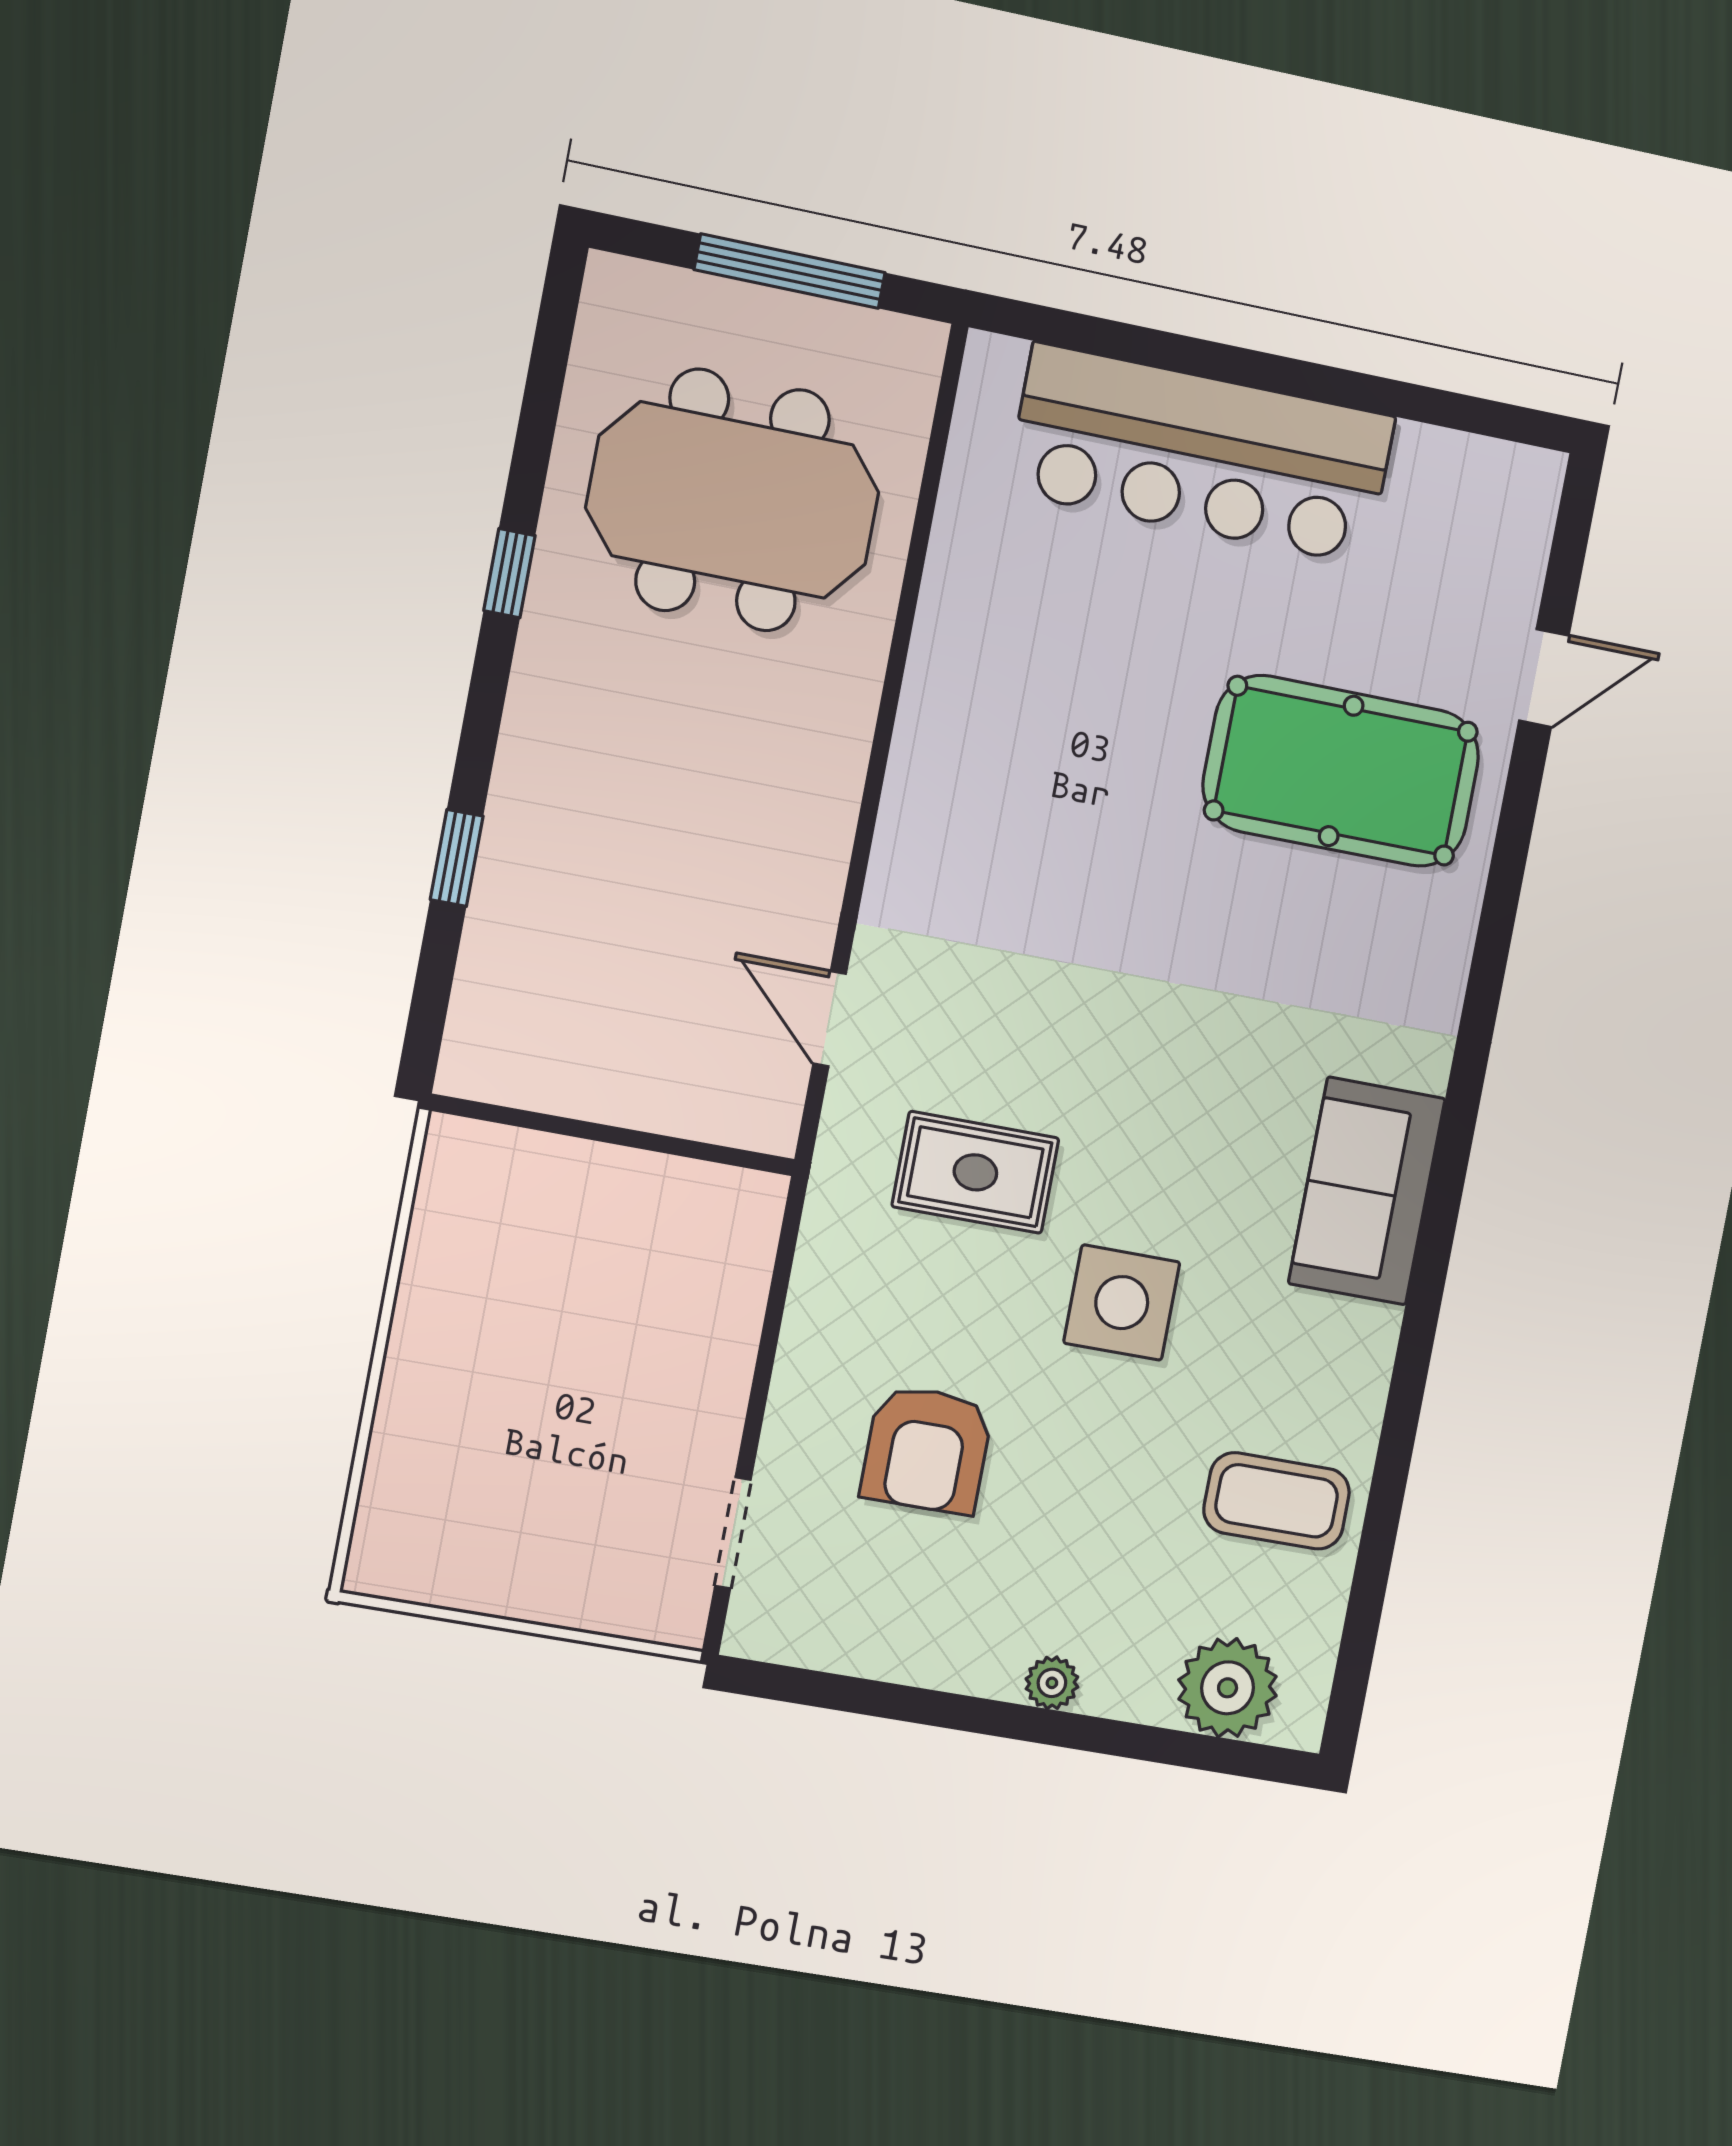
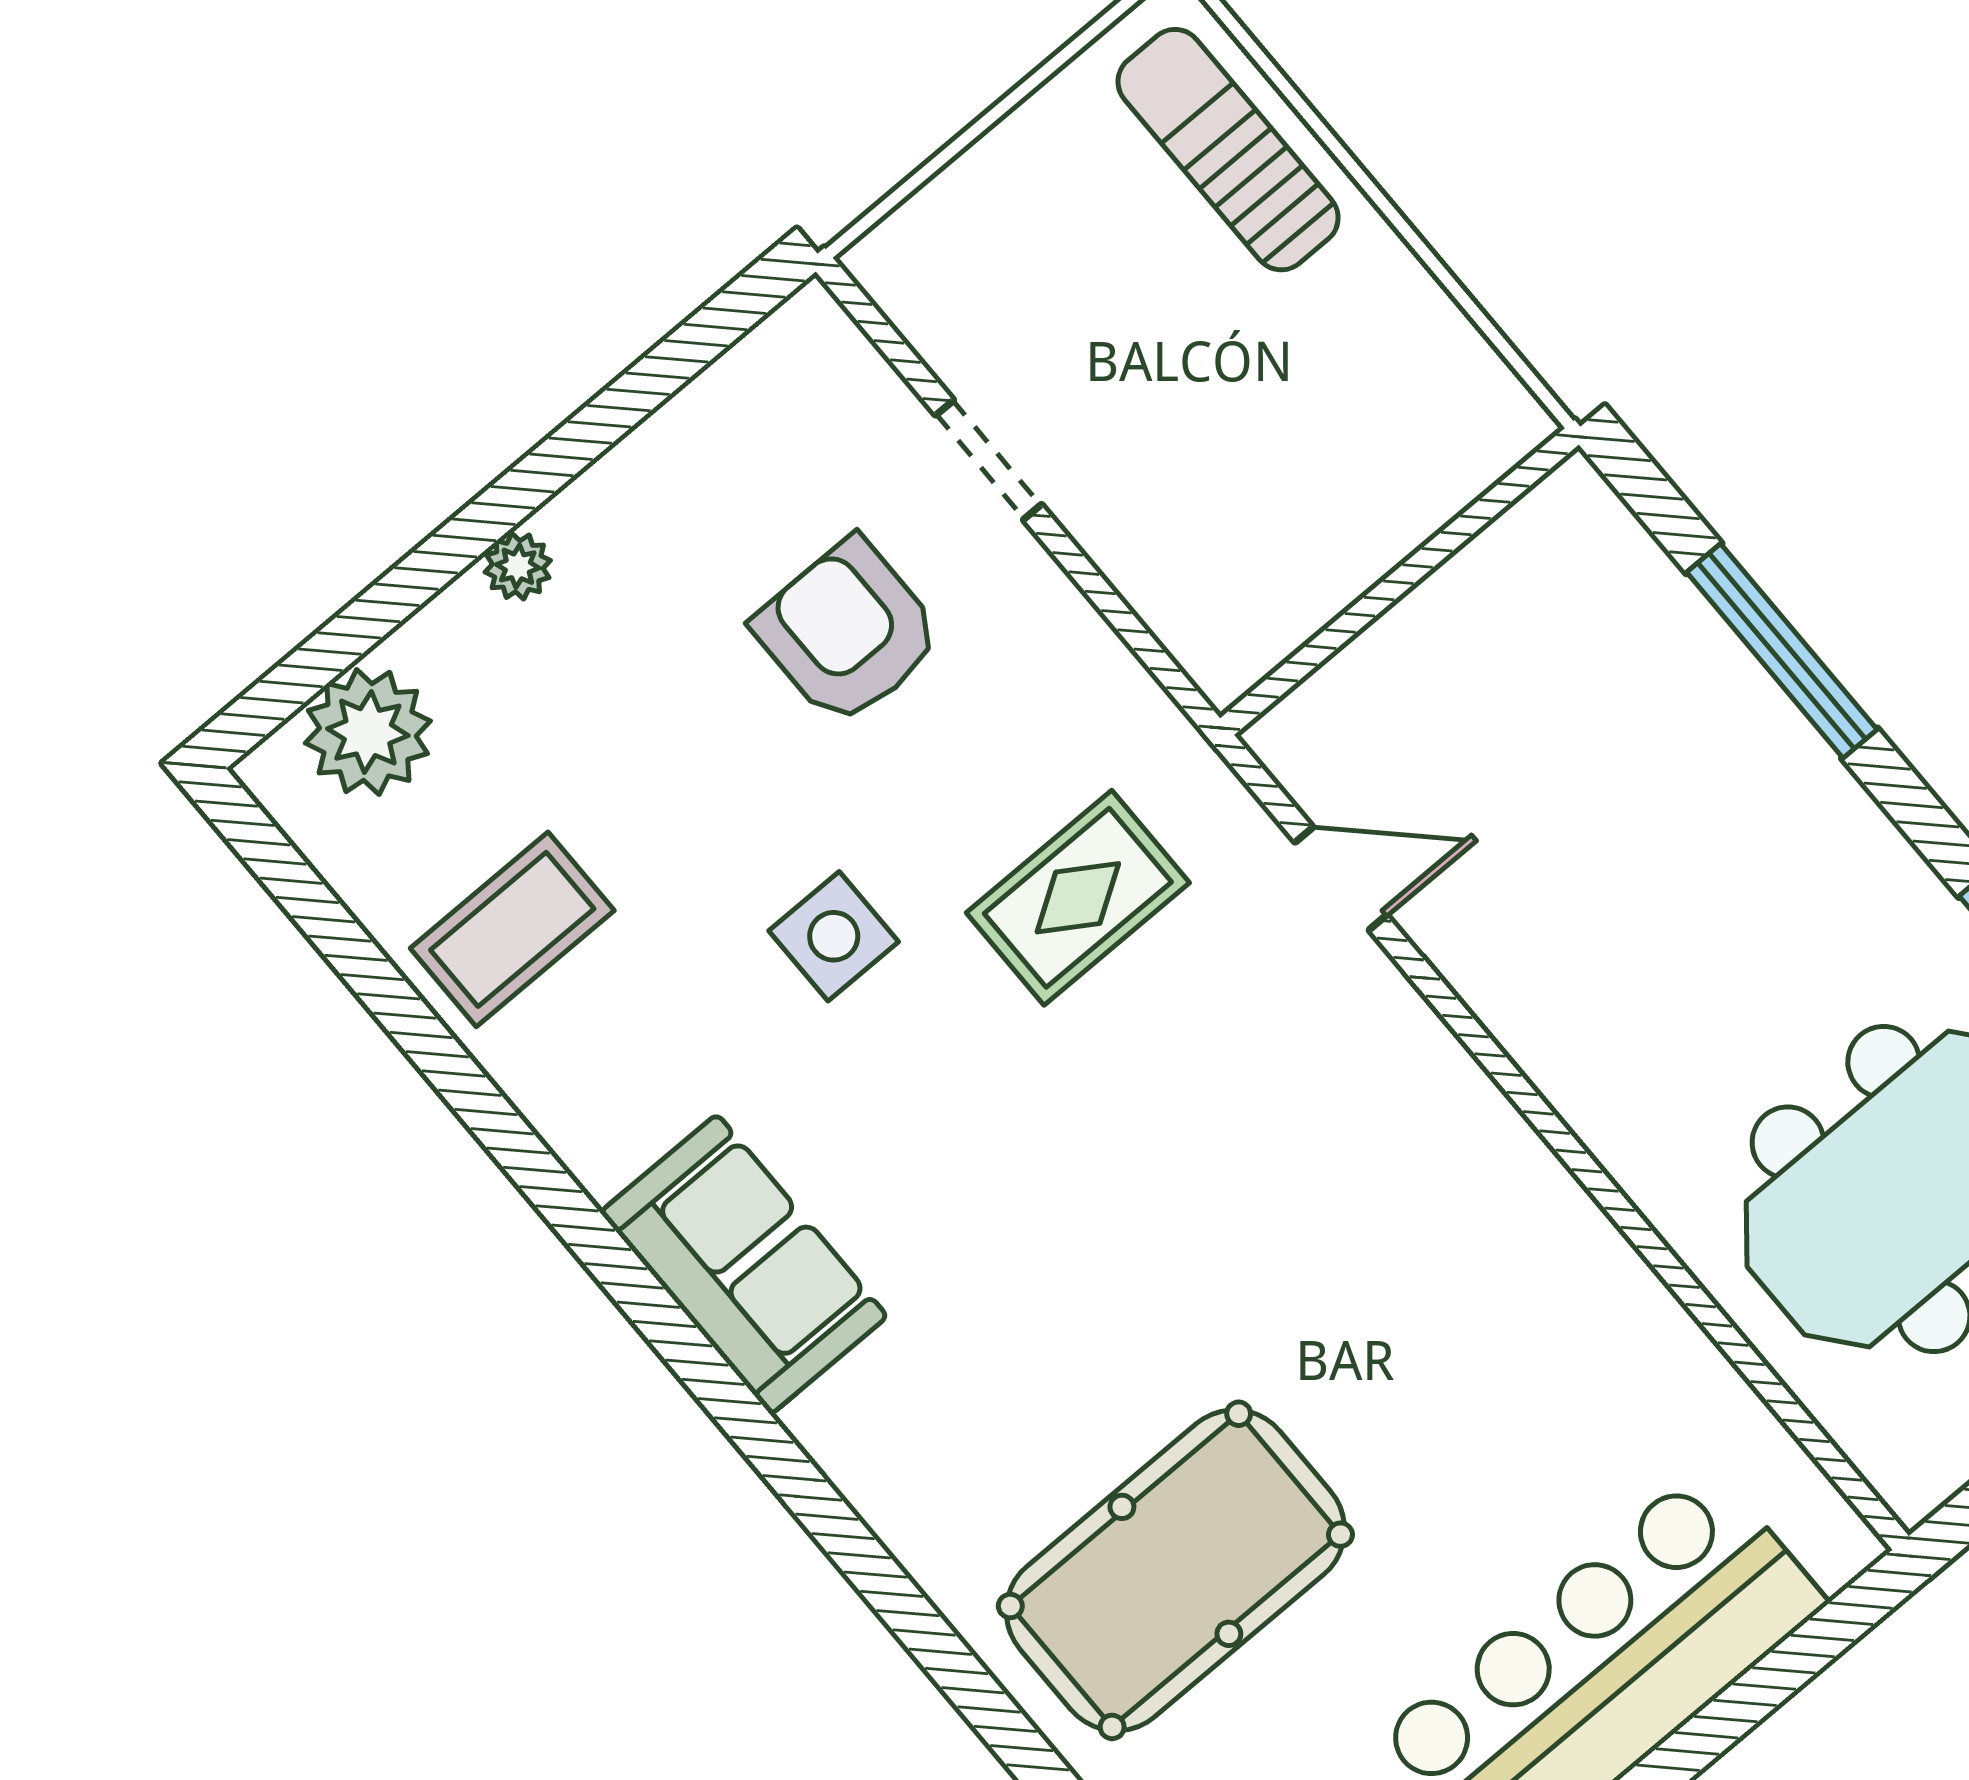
window: (457, 858) -> (1782, 651), width x2.17
side table: (1122, 1303) -> (834, 936), width x0.73, depth x0.73
sun lounger: (428, 1466) -> (1228, 150), added
doorway: (733, 1533) -> (988, 460), moved

